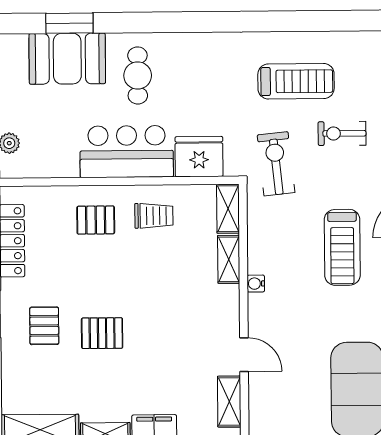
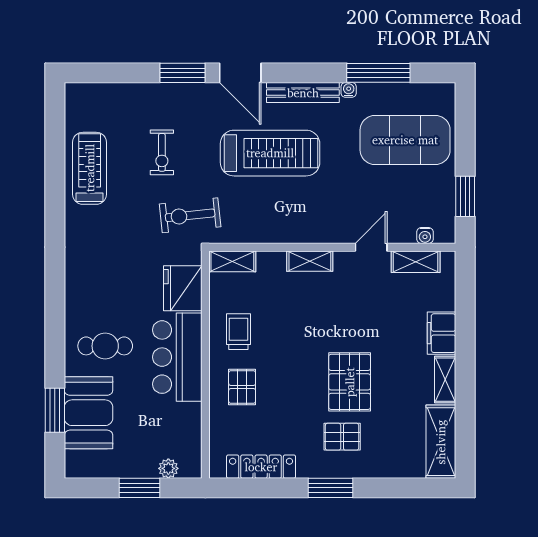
treadmill: (296, 81) -> (90, 168), moved
treadmill: (342, 247) -> (270, 153), width x1.37, depth x1.38
shelving: (229, 259) -> (310, 261), moved
water cooler: (256, 284) -> (425, 235), moved
pallet: (102, 333) -> (350, 382), width x1.50, depth x1.42

